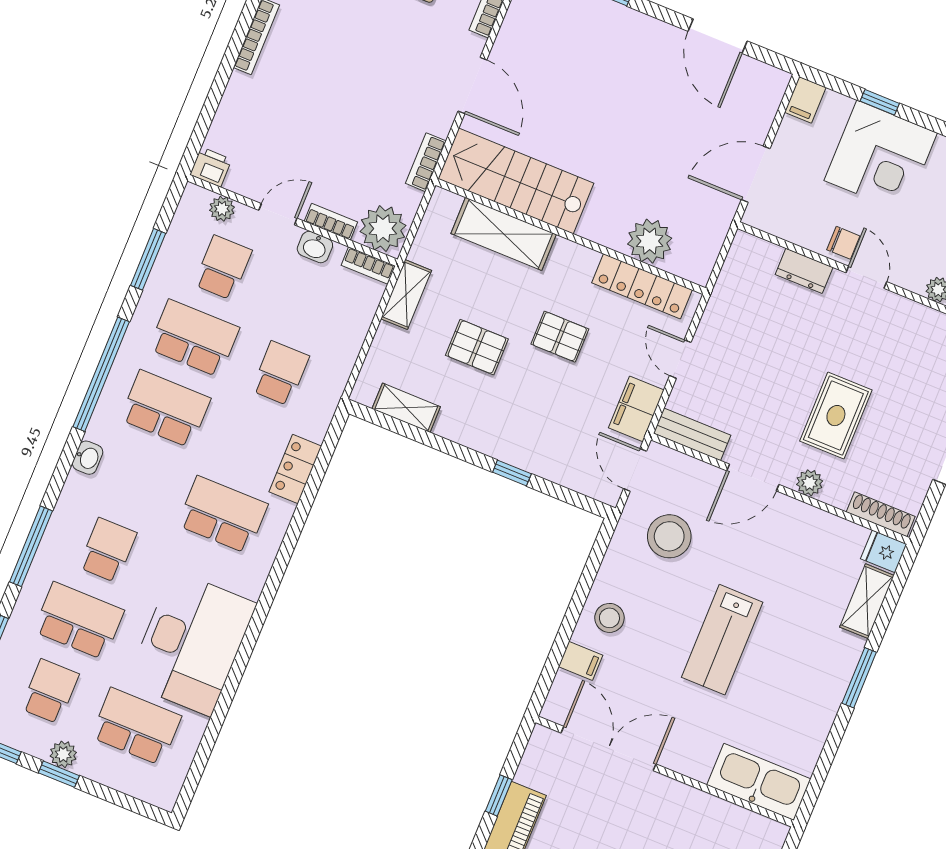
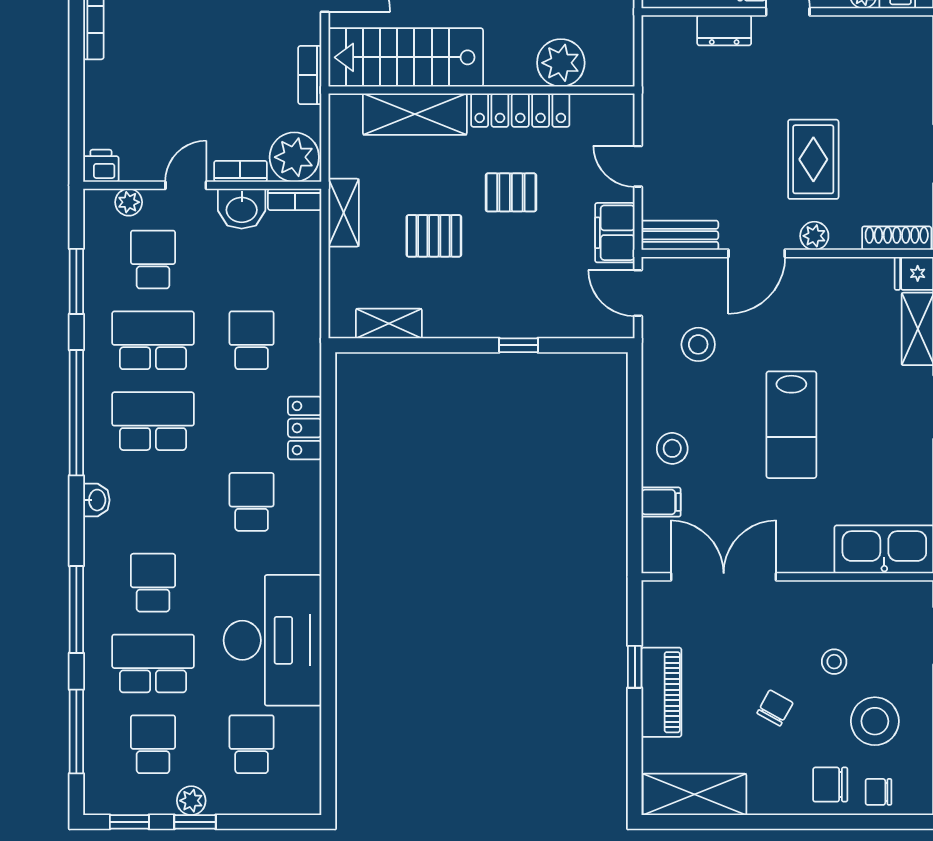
washbasin: (315, 247) -> (242, 209), width x1.38, depth x1.45
locker: (642, 286) -> (520, 110), moved
school desk: (223, 515) -> (252, 502), width x0.54
stool: (669, 536) -> (698, 344), width x0.73, depth x0.73
school desk: (136, 727) -> (252, 744), width x0.54

